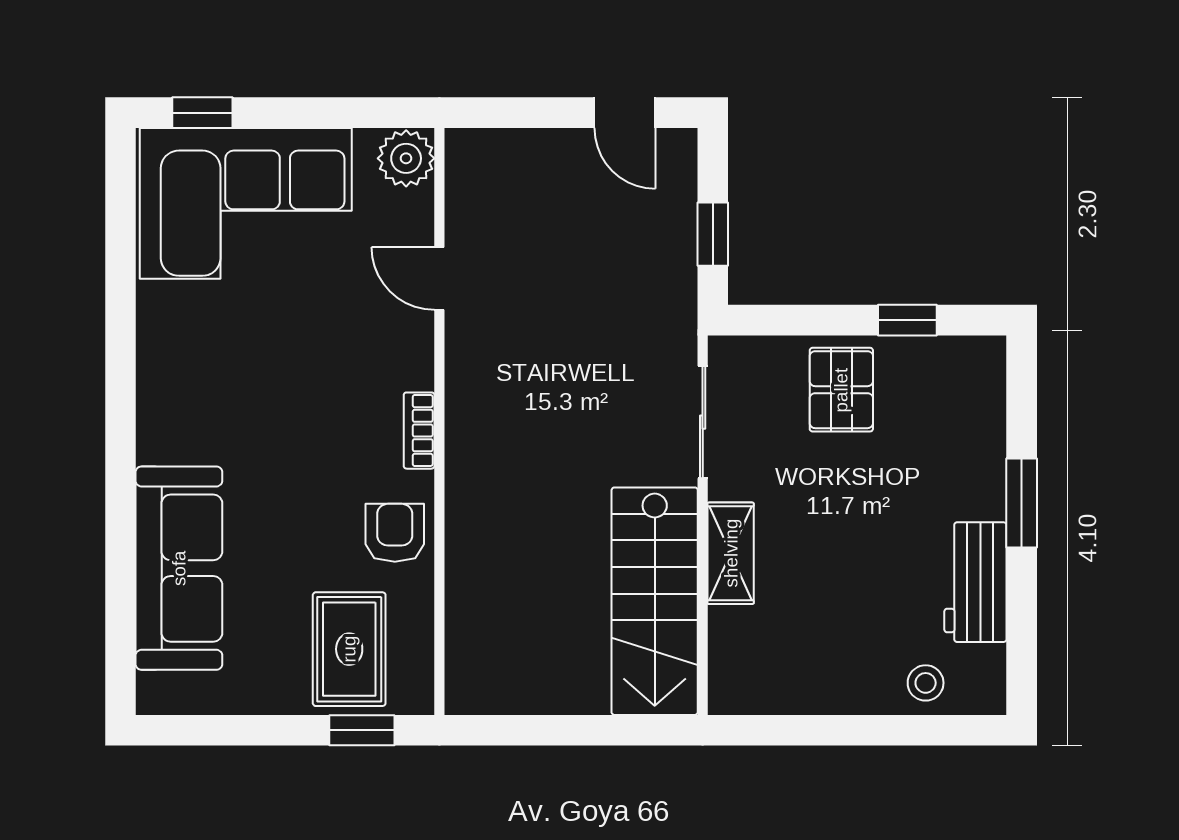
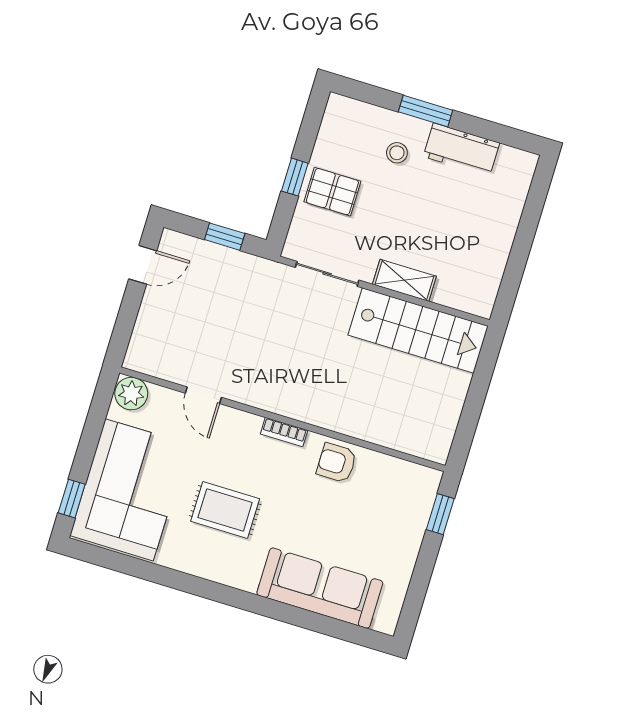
door: (439, 278) -> (203, 395), hinge flipped
window: (907, 320) -> (295, 177), moved
rug: (349, 649) -> (225, 510), moved
stool: (926, 683) -> (397, 153), moved

